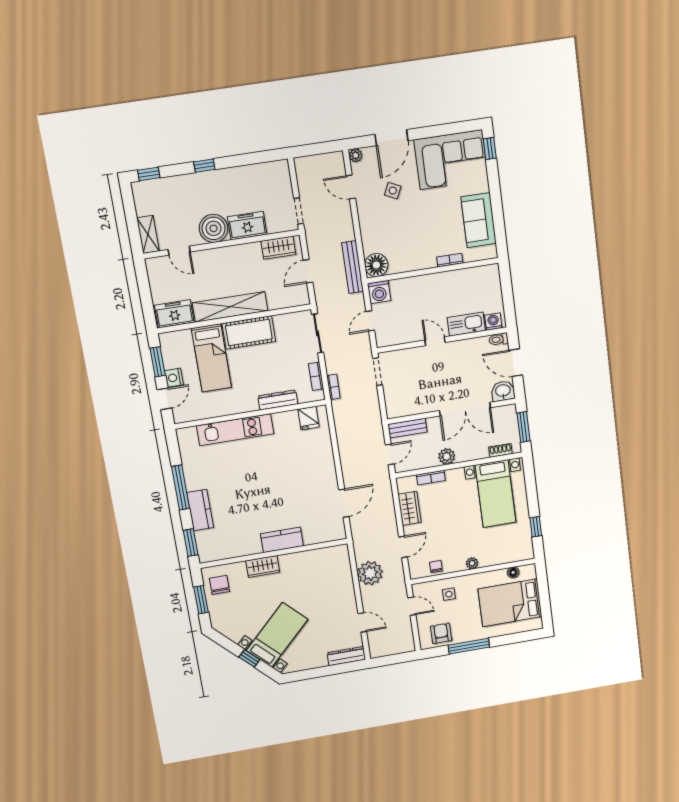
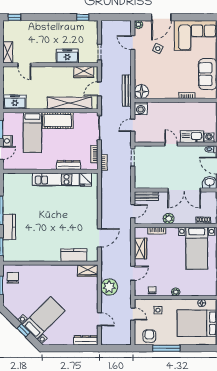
window: (204, 166) -> (83, 17), moved
boiler: (214, 228) -> (47, 55), removed
shelving: (230, 307) -> (69, 103), moved
kitchen unit: (235, 430) -> (56, 179), moved
kitchen counter: (282, 540) -> (74, 255), moved
wardrobe: (263, 567) -> (88, 271), moved

